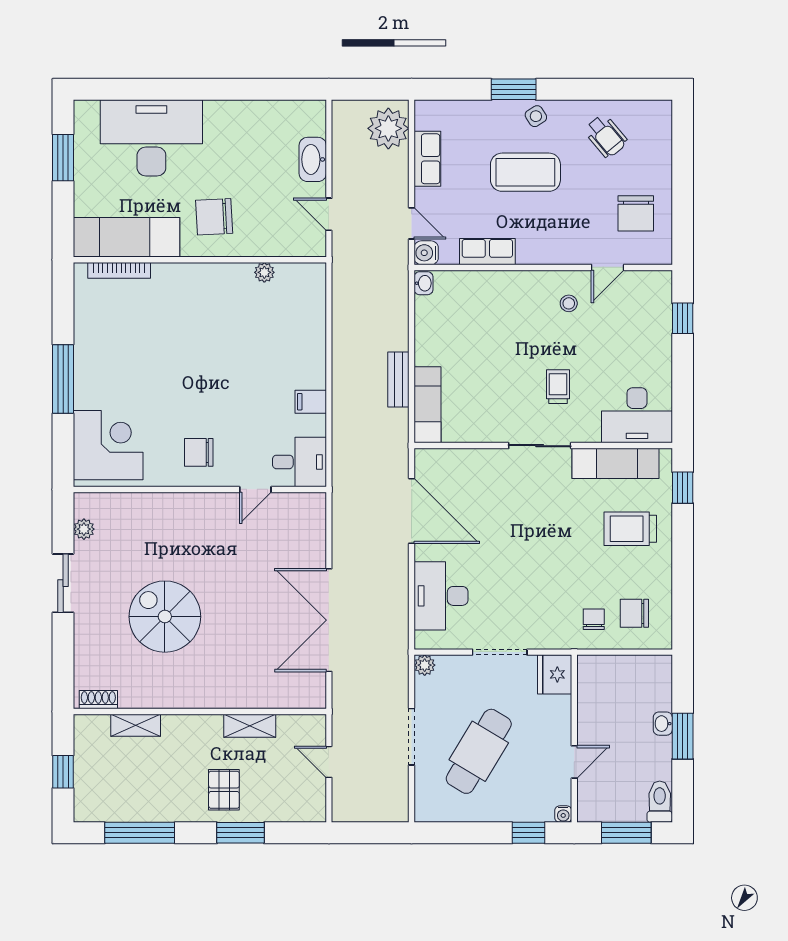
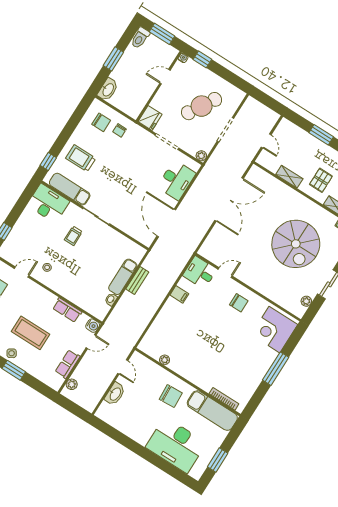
plant: (388, 128) -> (72, 384), width x0.53, depth x0.53
door: (412, 223) -> (91, 342), swing flipped
washbasin: (424, 283) -> (111, 299), moved
exam couch: (427, 405) -> (123, 277), moved
trolley: (630, 529) -> (81, 158), turned 180
spiral stairs: (165, 617) -> (296, 244), width x1.37, depth x1.37
washbasin: (663, 724) -> (108, 90), moved, width x1.91, depth x1.45
pallet: (224, 790) -> (321, 180), moved

